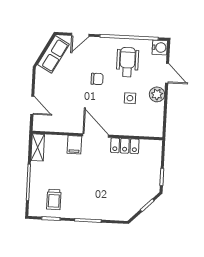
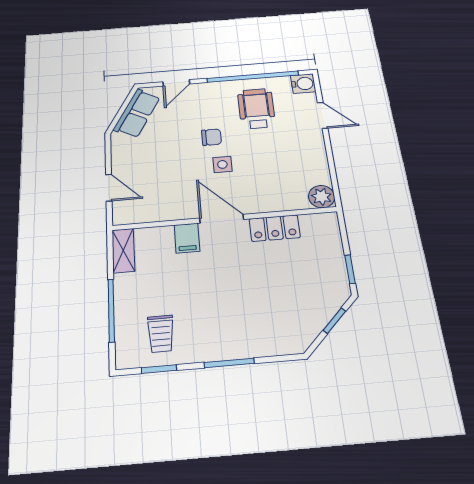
plant: (157, 94) -> (322, 197), moved
side table: (130, 98) -> (222, 164), moved

